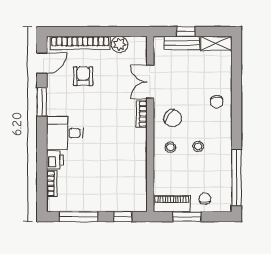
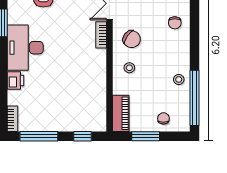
desk: (65, 133) -> (25, 48), width x1.37
stool: (198, 146) -> (179, 79), moved
bookcase: (52, 183) -> (13, 119), moved
piano: (172, 204) -> (121, 113), moved, turned 90

